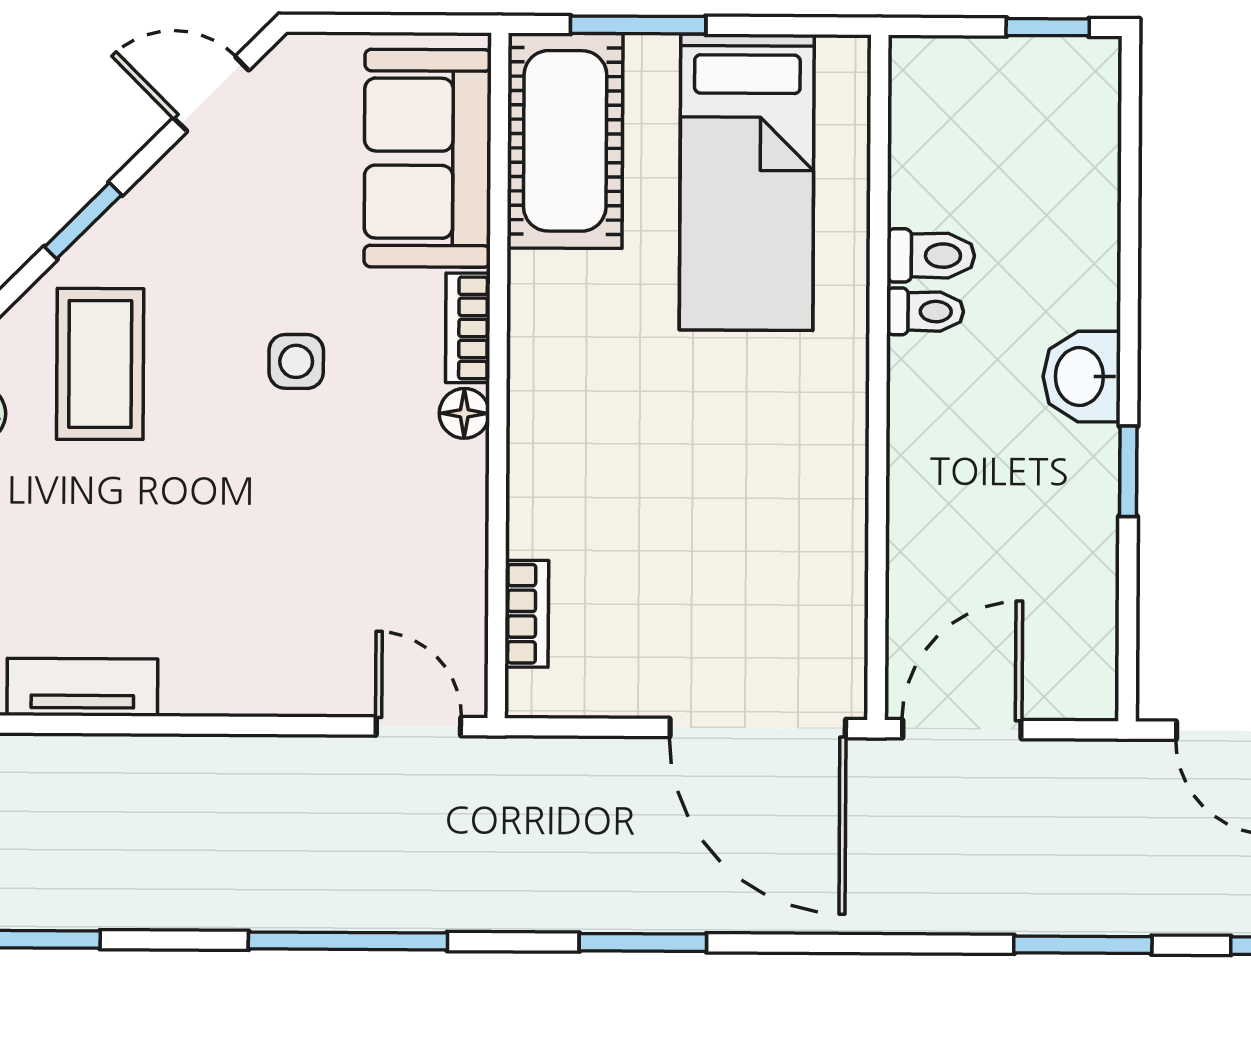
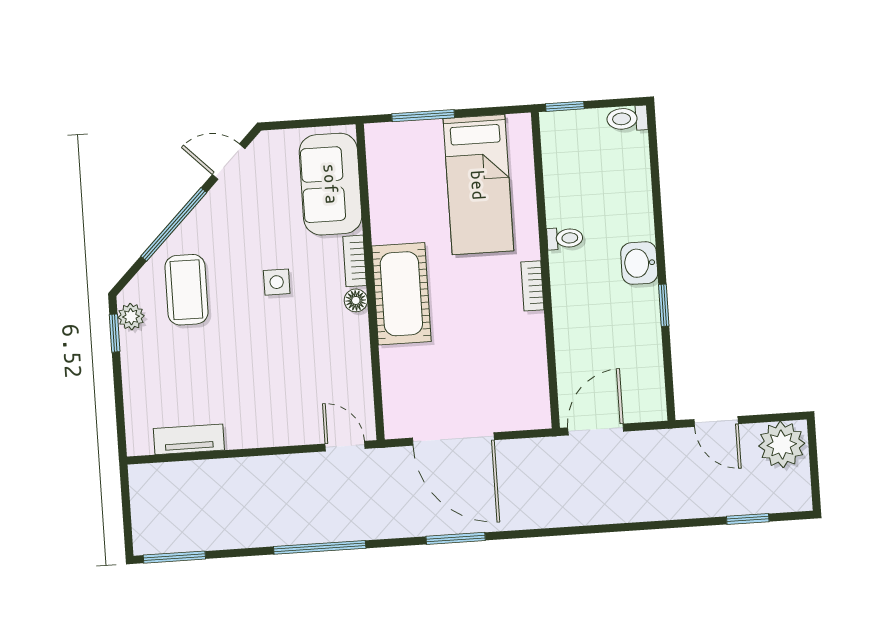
window: (1048, 27) -> (565, 106), moved
cot: (565, 141) -> (401, 294), moved
window: (83, 221) -> (174, 224), width x2.17
toilet: (931, 256) -> (627, 119), moved, turned 180
bookcase: (527, 614) -> (532, 286), moved, turned 180
door: (758, 728) -> (453, 439), moved
window: (1083, 945) -> (658, 525), removed

